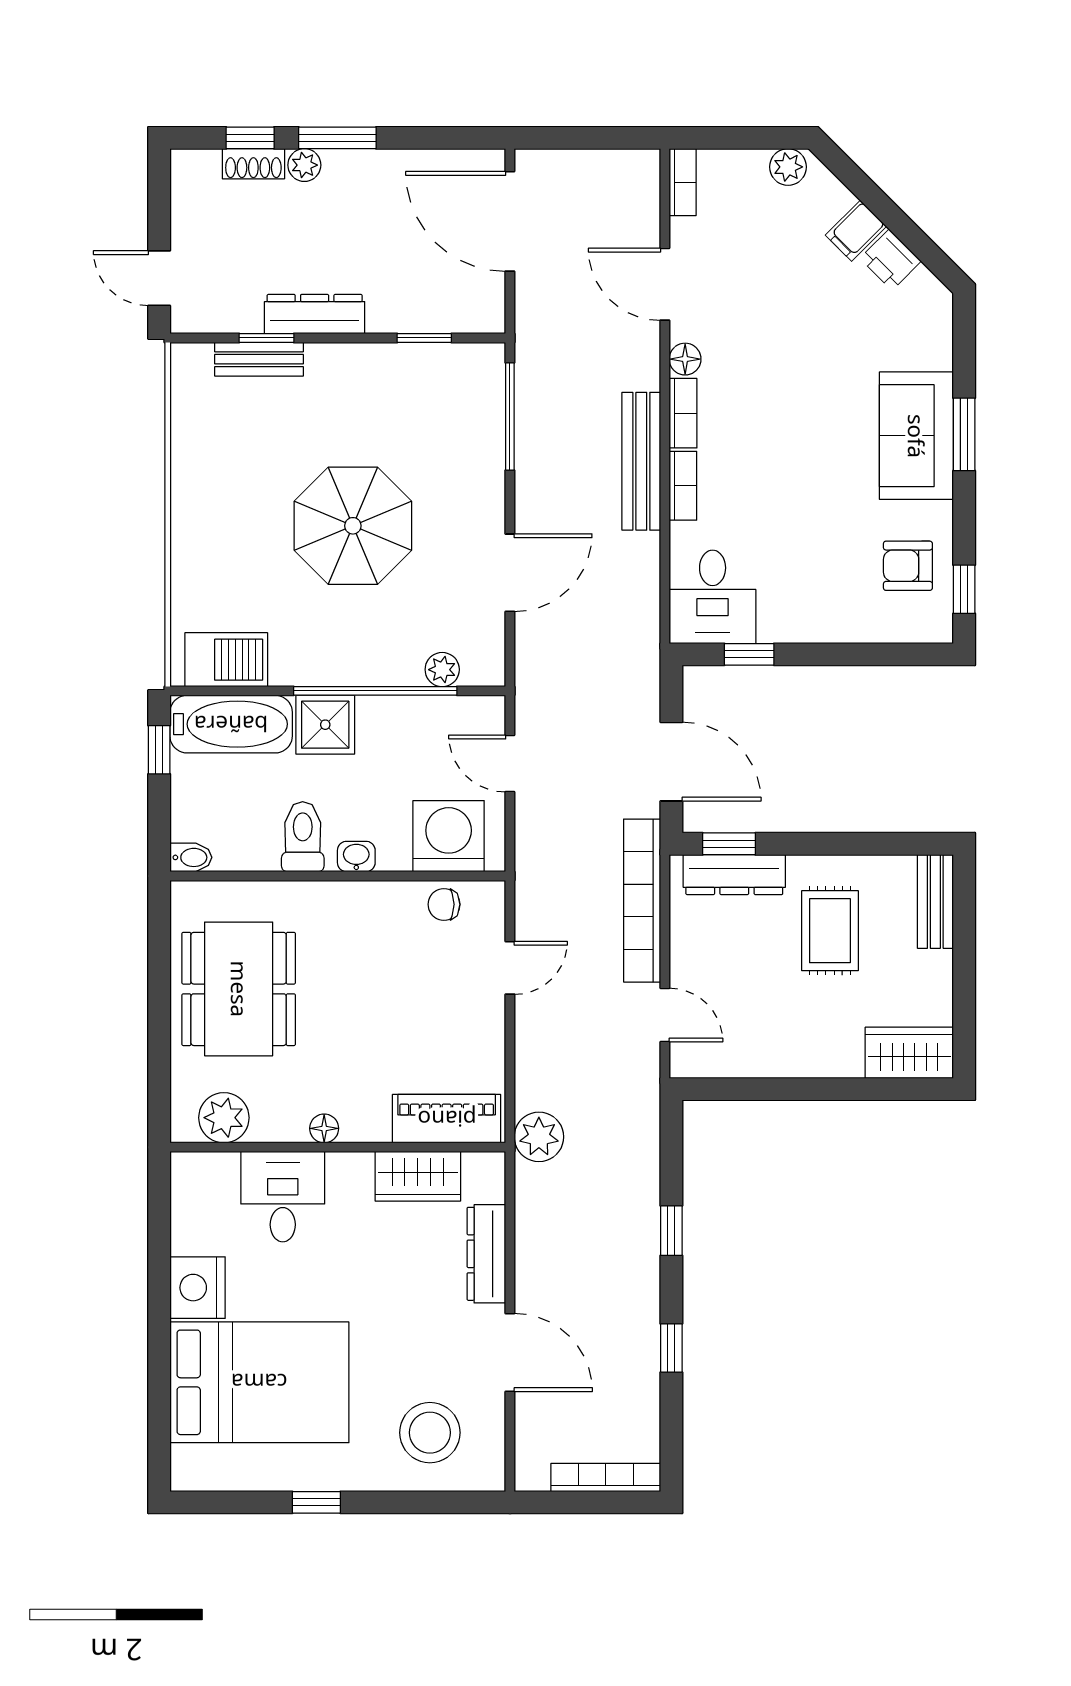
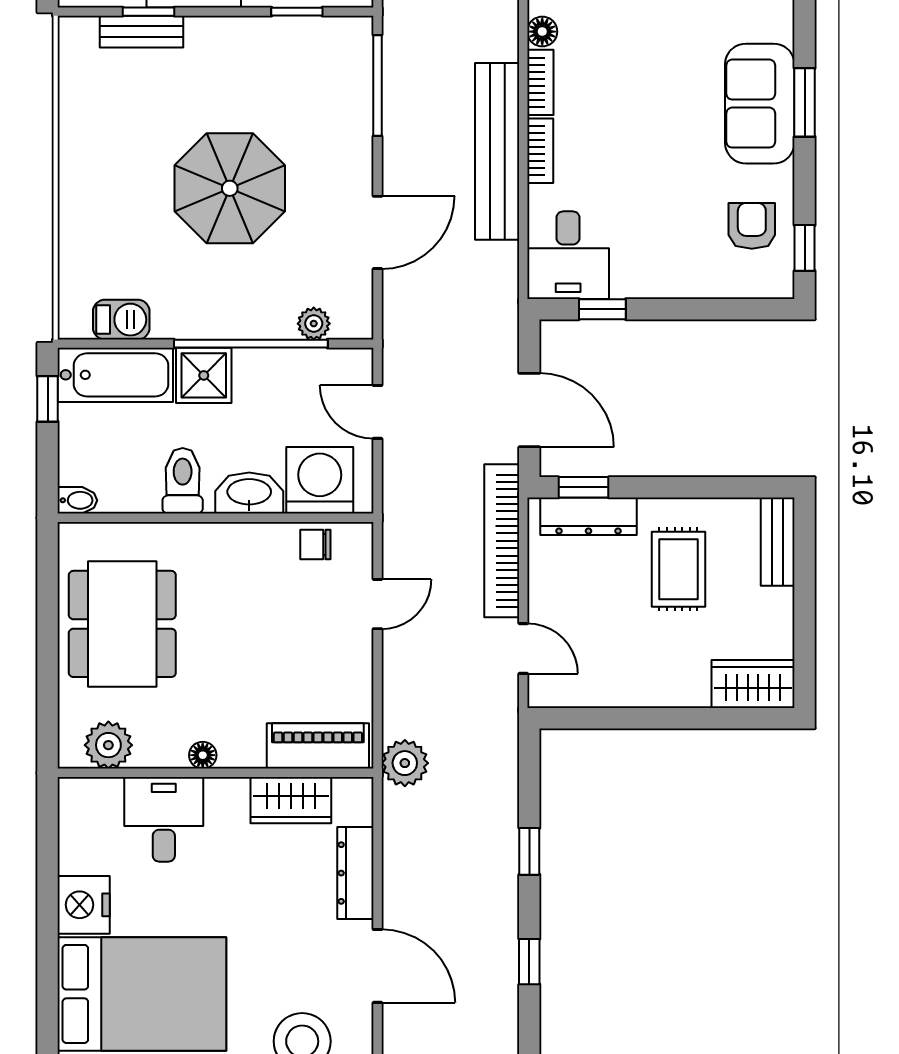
bench: (641, 461) -> (497, 151), width x1.37, depth x1.21
armchair: (908, 566) -> (752, 226), turned 90
barbecue: (226, 660) -> (121, 320), width x0.73, depth x0.79
washbasin: (356, 857) -> (249, 493), width x1.91, depth x1.45

